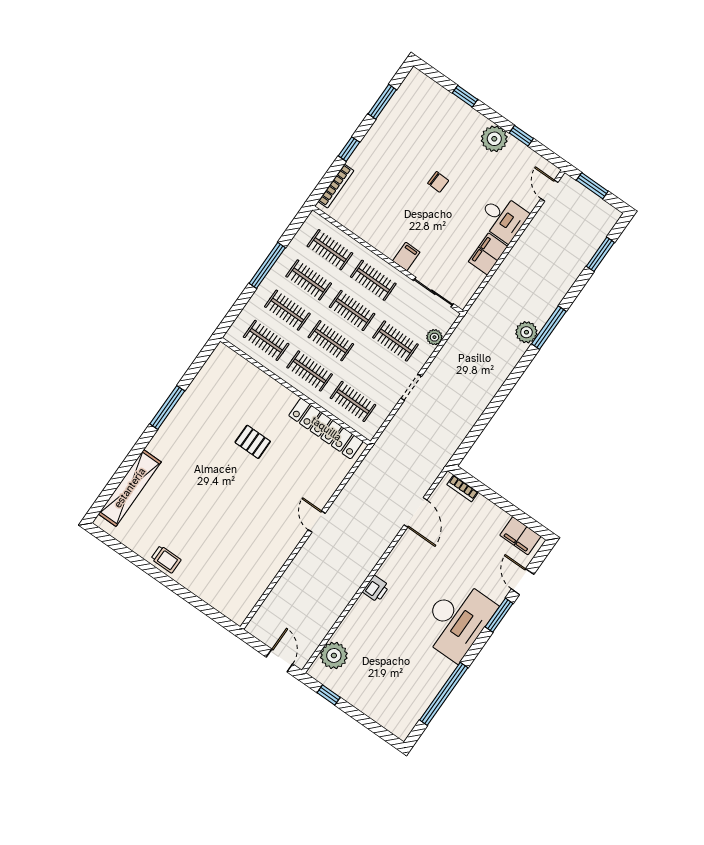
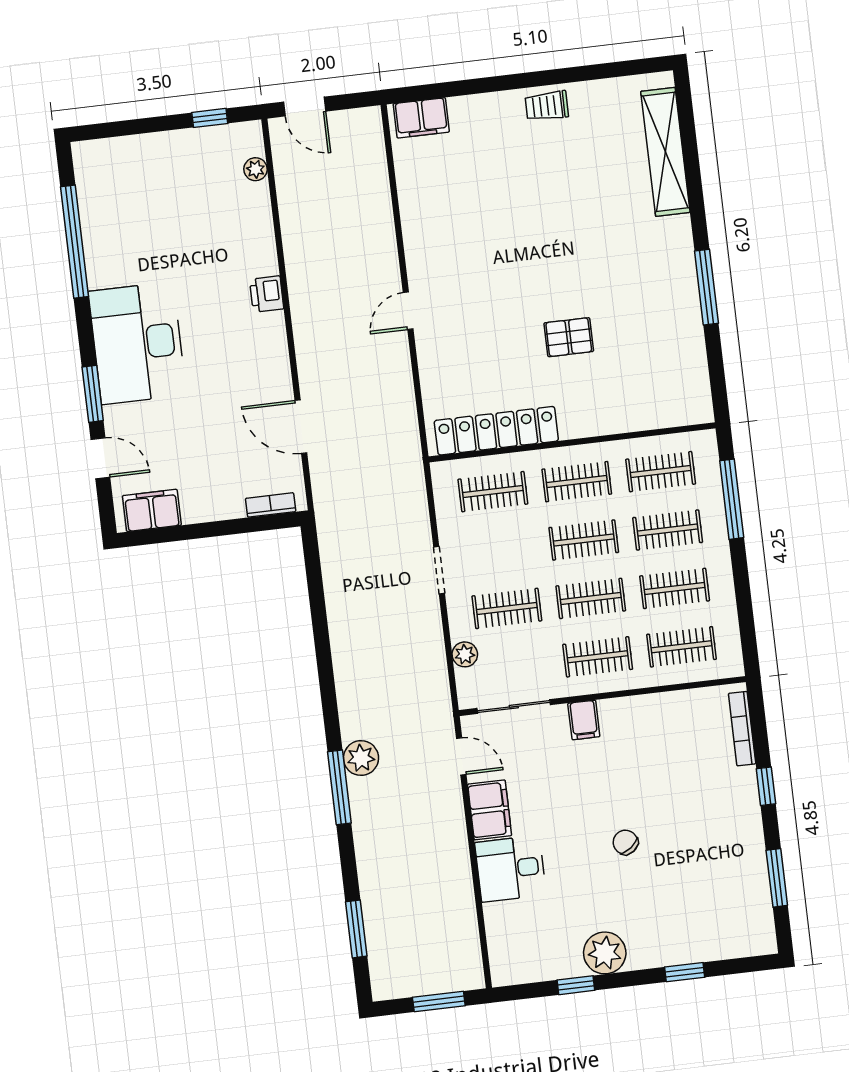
chair: (438, 182) -> (625, 842), turned 51
door: (549, 191) -> (461, 756), moved
window: (267, 265) -> (732, 499), moved
door: (317, 522) -> (408, 311), swing flipped
filing cabinet: (230, 606) -> (421, 118), added
plant: (334, 655) -> (256, 169), width x0.53, depth x0.53

